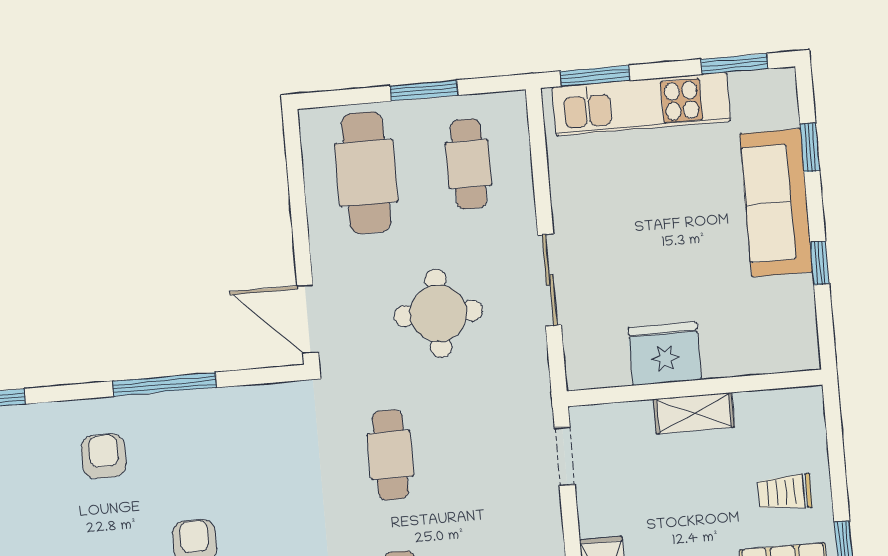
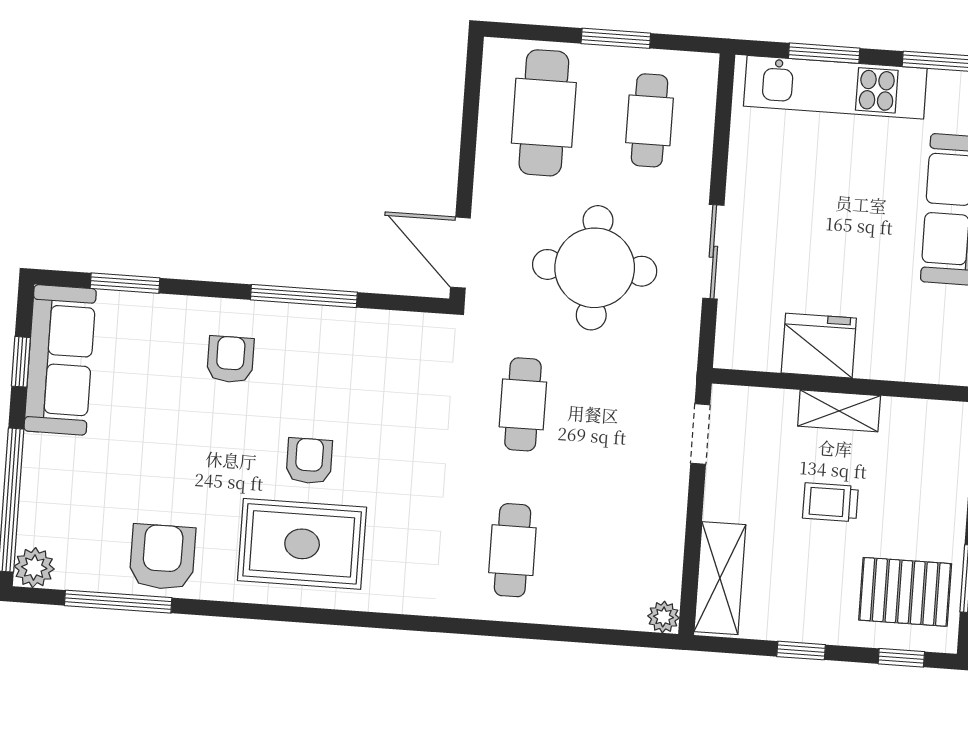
window: (595, 76) -> (824, 53), moved
round table: (438, 313) -> (595, 268), width x1.36, depth x1.36
trolley: (785, 492) -> (830, 502), moved

